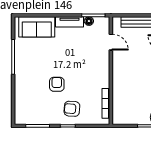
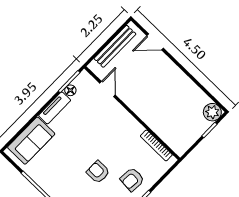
door: (111, 42) -> (107, 89), hinge flipped

